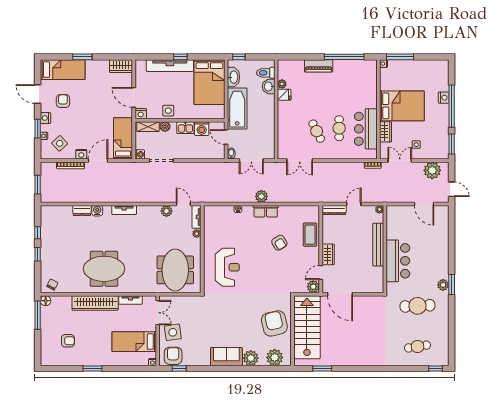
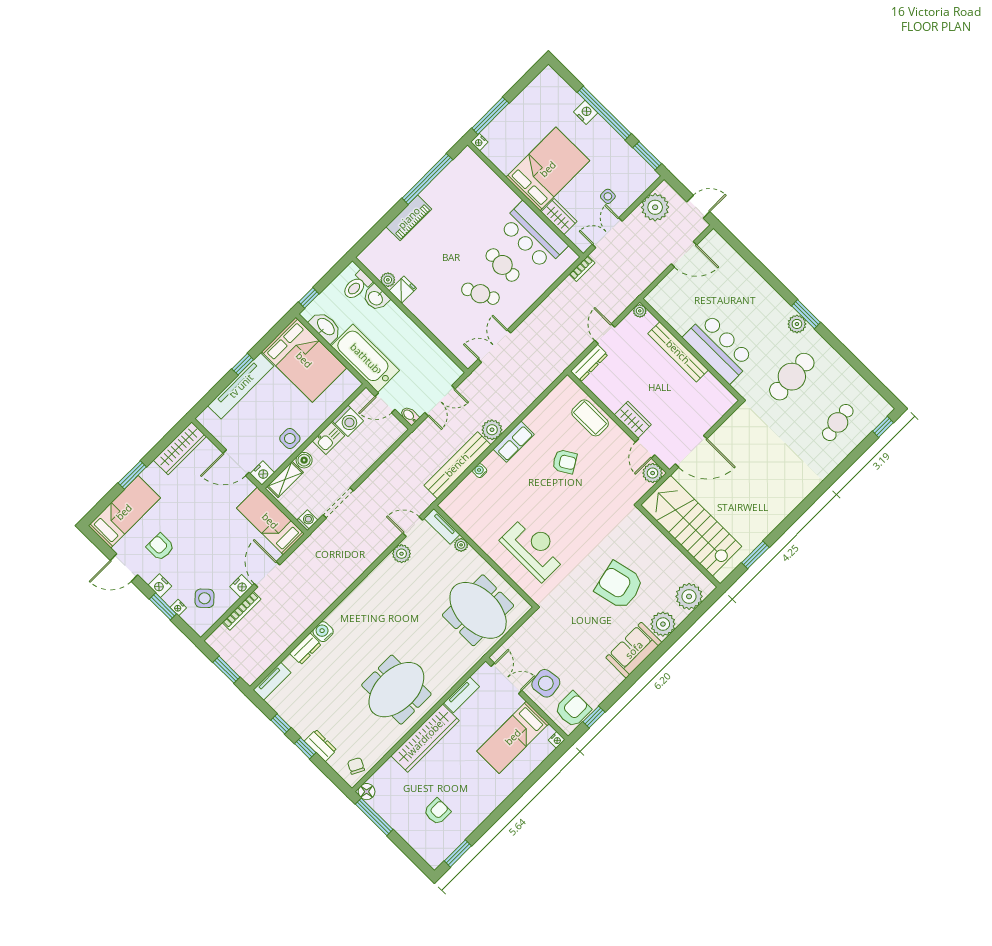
wardrobe: (121, 66) -> (180, 448), width x1.50
double door: (300, 160) -> (494, 346), swing flipped
bench: (230, 197) -> (457, 465), added
tv unit: (124, 210) -> (272, 681), moved
dresser: (46, 260) -> (320, 746), added
armchair: (274, 323) -> (619, 585), moved
armchair: (173, 356) -> (573, 709), turned 90
window: (93, 368) -> (458, 853), moved

